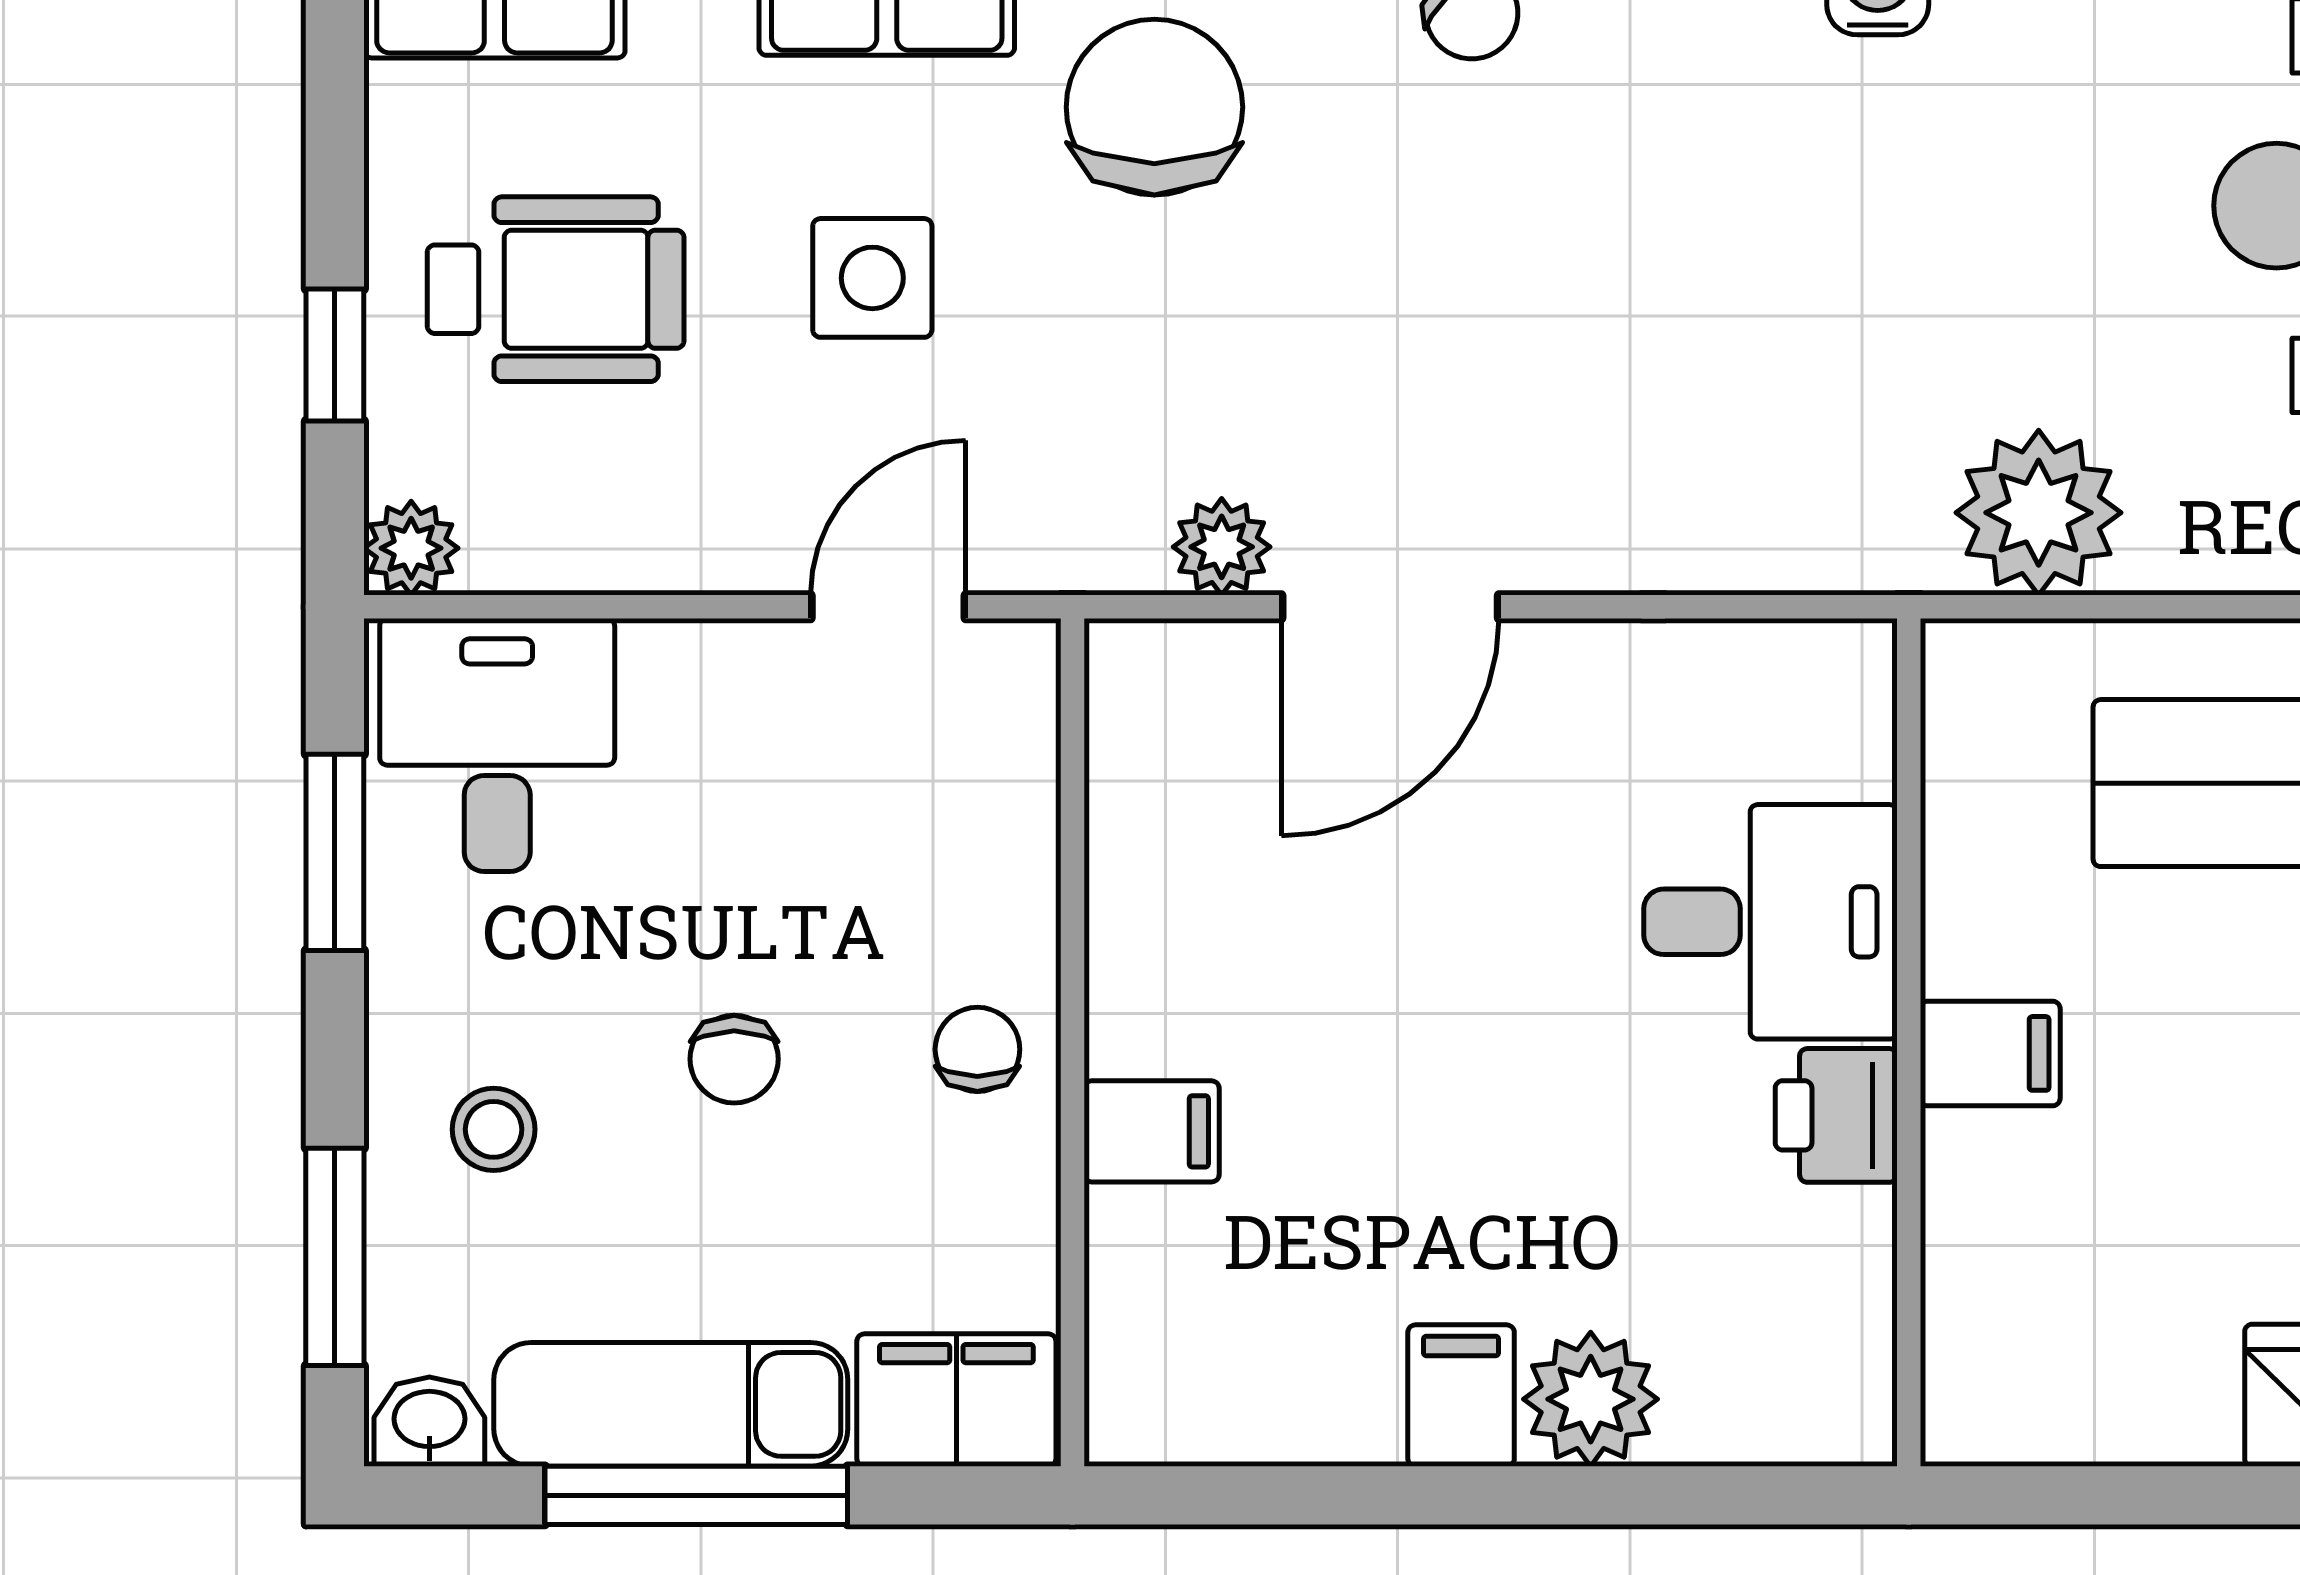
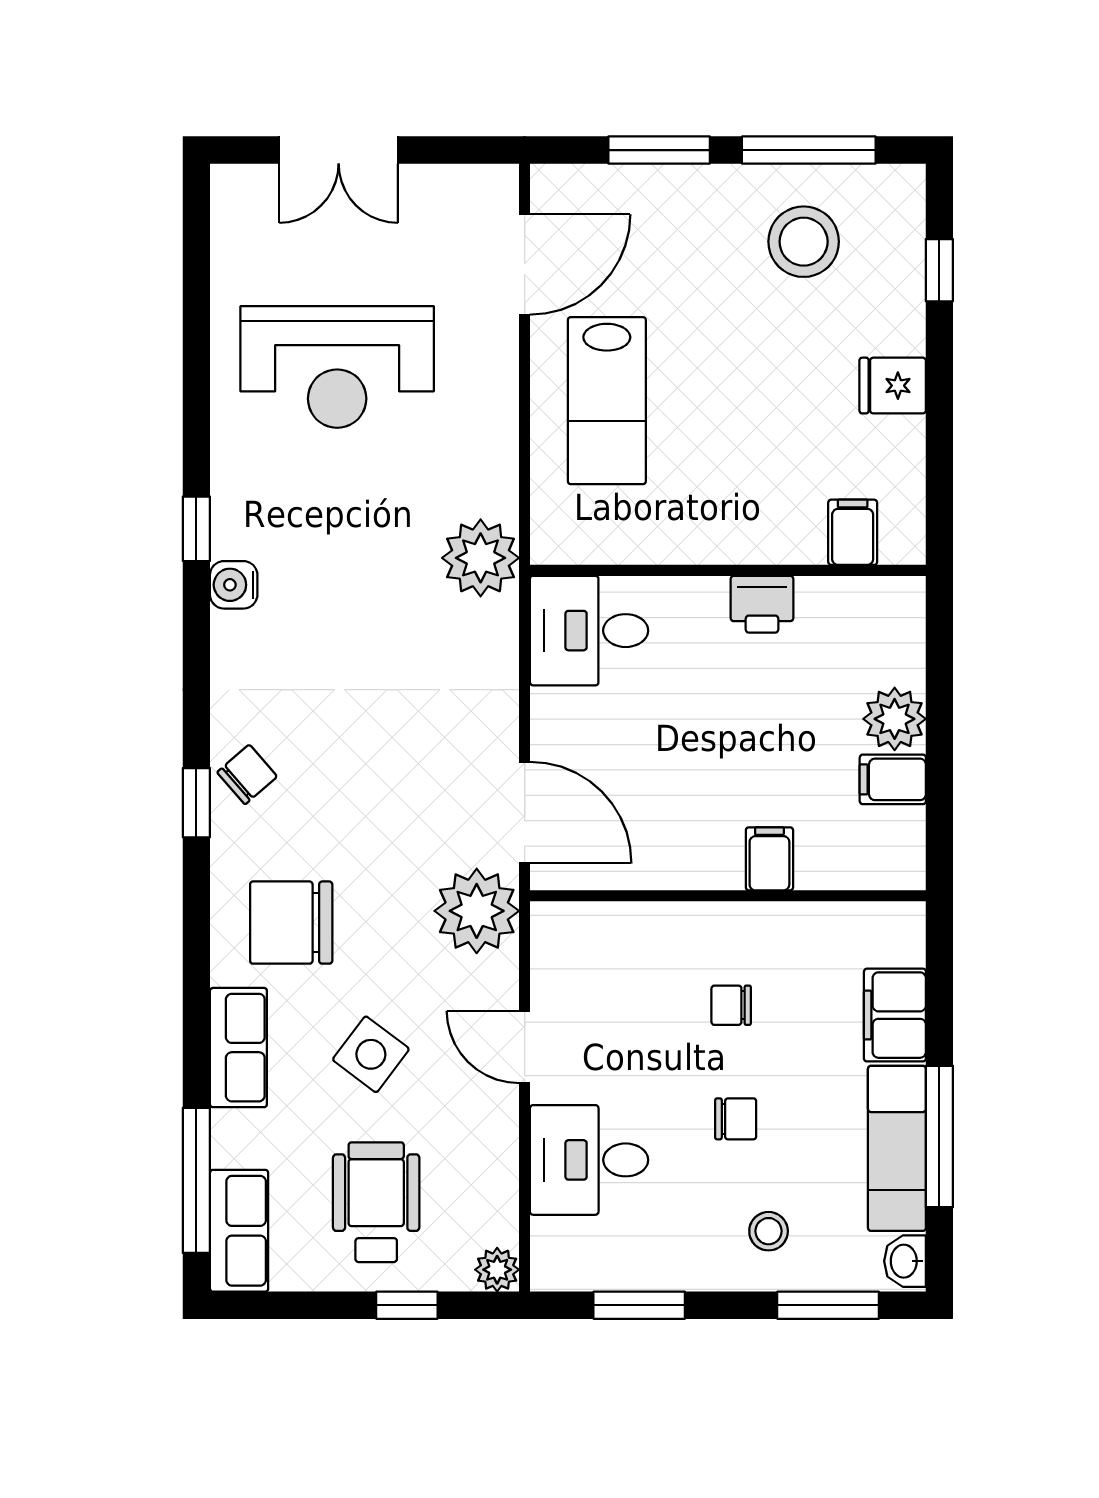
side table: (872, 278) -> (371, 1054), turned 37
plant: (2039, 513) -> (481, 558), moved
plant: (1222, 547) -> (477, 911), width x1.88, depth x1.88
desk: (497, 745) -> (589, 1160), moved
desk: (1771, 922) -> (589, 631), moved, turned -90
wall: (1072, 1042) -> (728, 896), moved
filing cabinet: (1990, 1053) -> (853, 532), moved
filing cabinet: (1152, 1131) -> (769, 859), moved

